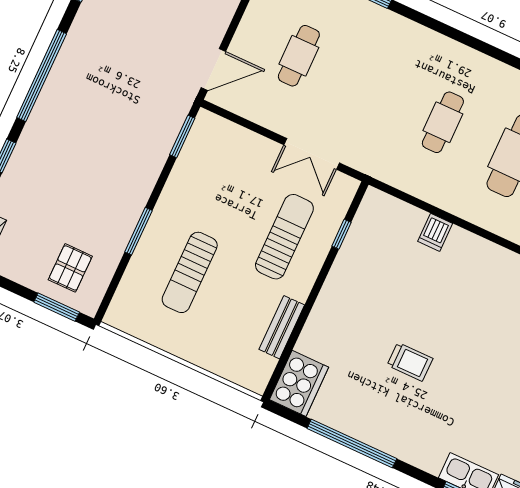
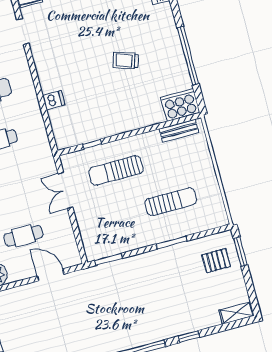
door: (213, 69) -> (51, 275), moved
double door: (312, 154) -> (65, 191), swing flipped
bench: (282, 327) -> (179, 131), moved
trolley: (410, 362) -> (126, 60), turned -72

